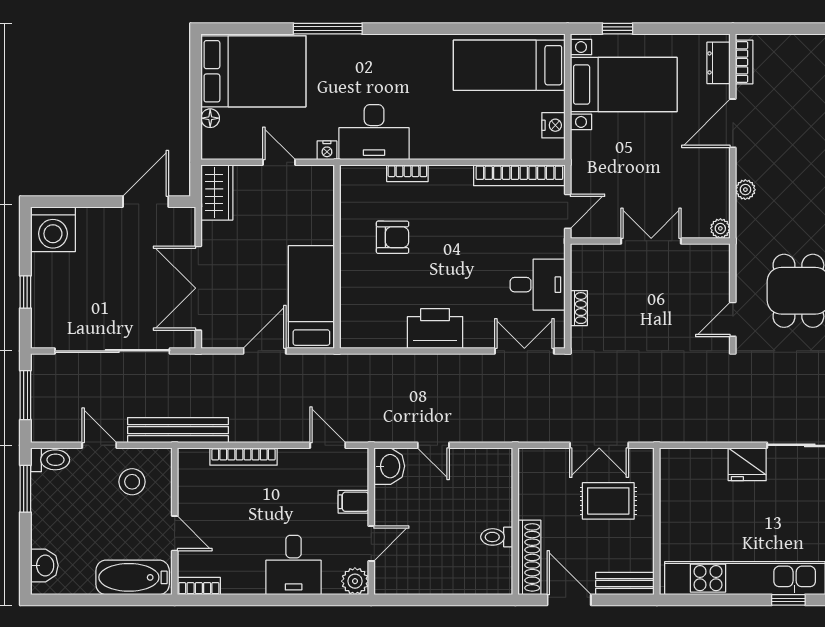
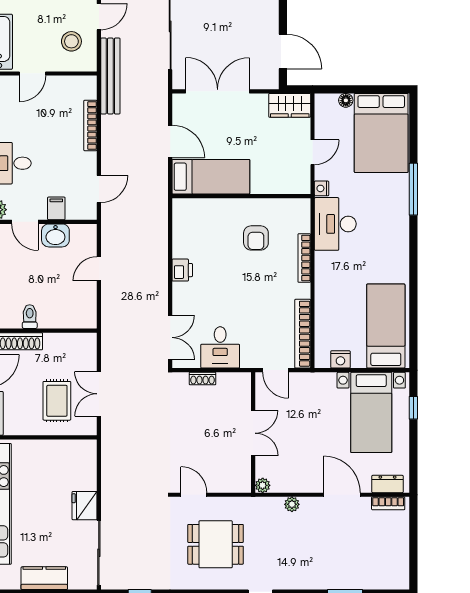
bookcase: (407, 173) -> (304, 258), width x1.56
printer: (435, 328) -> (182, 270), width x0.53, depth x0.68
washbasin: (389, 466) -> (55, 235), moved

